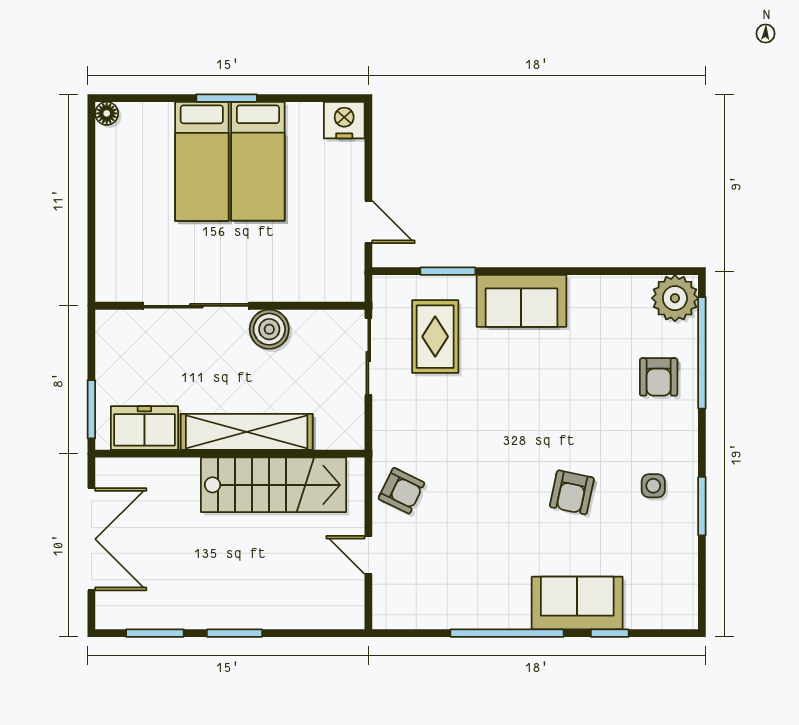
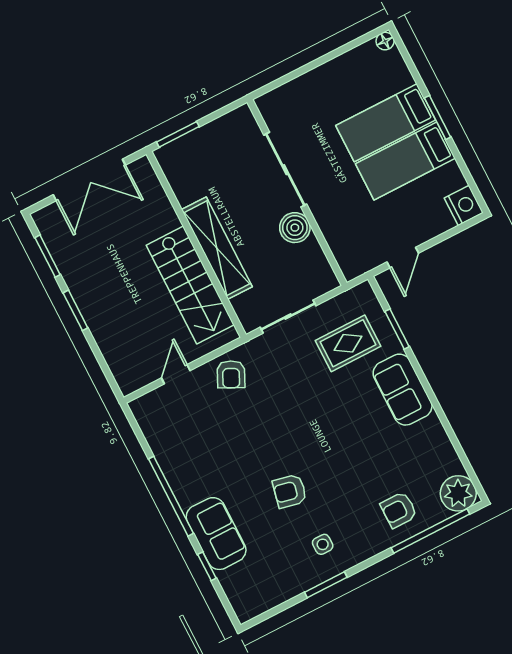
sliding door: (368, 356) -> (288, 317), moved
freezer: (144, 428) -> (184, 177), removed

